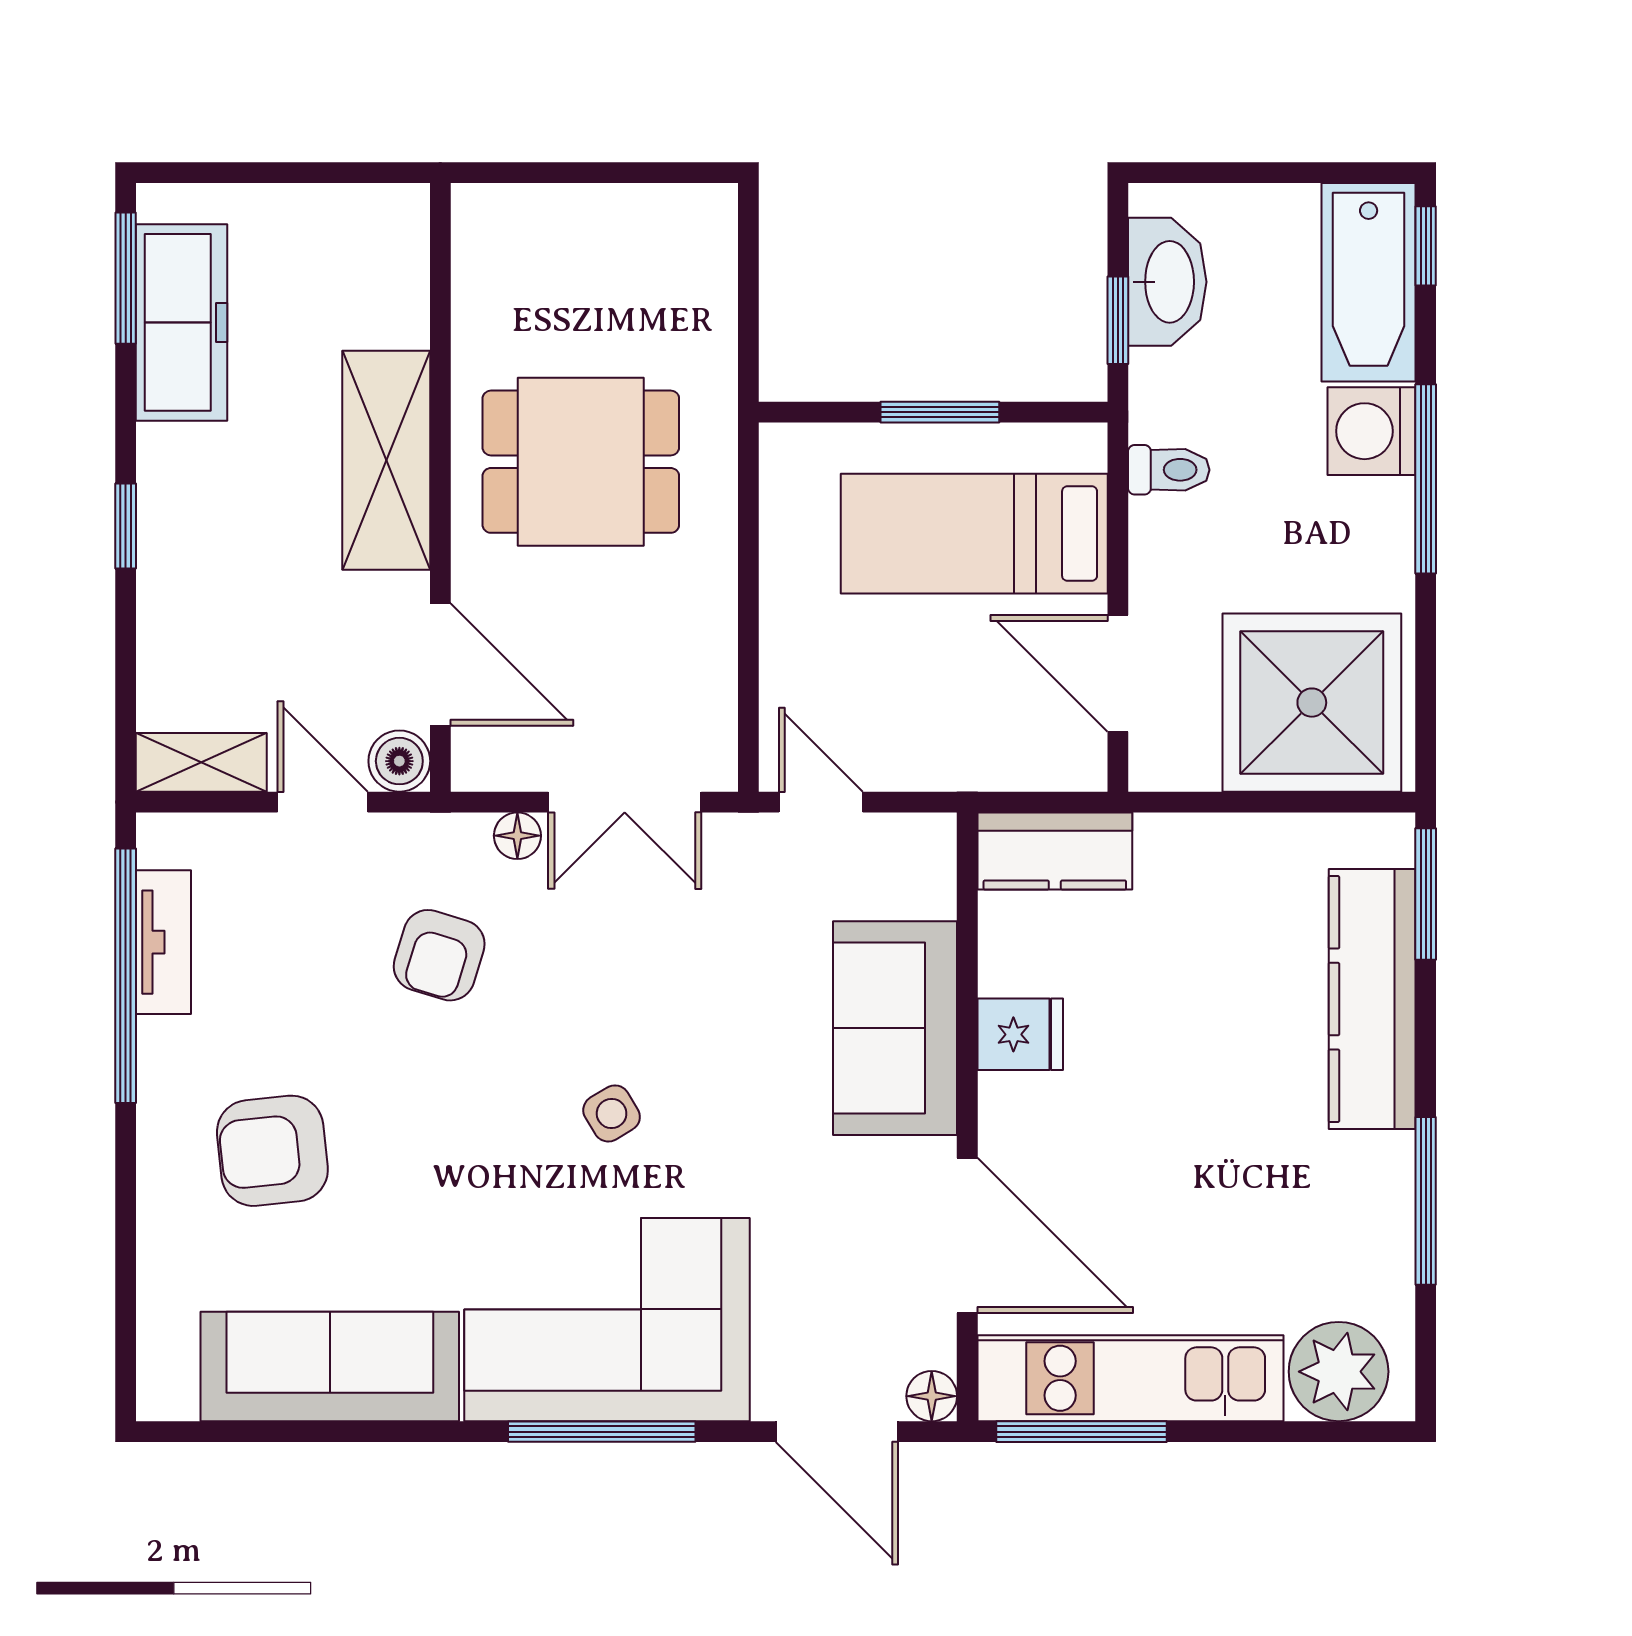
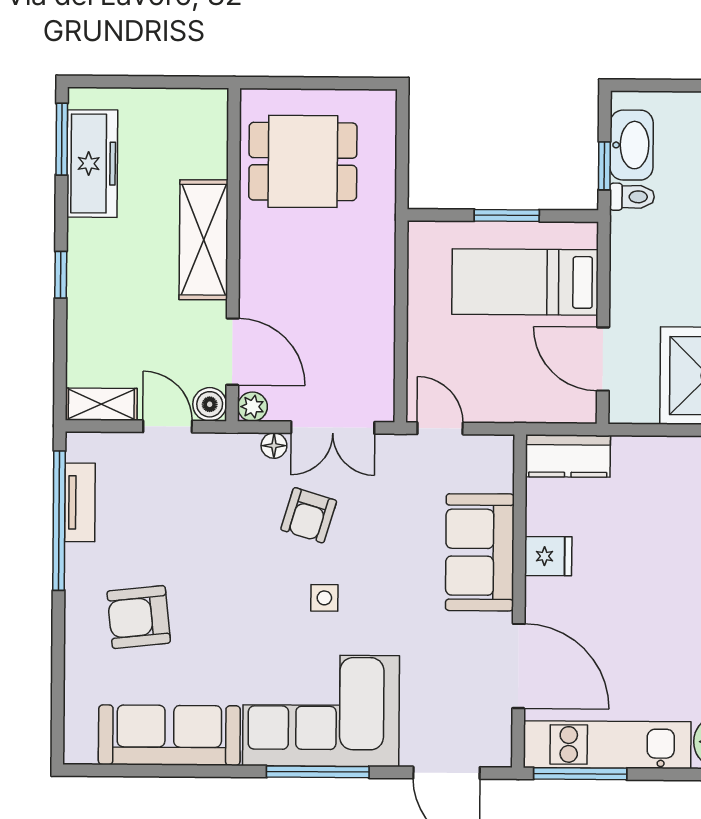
dining table: (581, 462) -> (303, 161), moved
toilet: (1169, 470) -> (632, 197), moved
plant: (478, 765) -> (252, 407), added
armchair: (439, 955) -> (309, 515), moved
side table: (612, 1113) -> (324, 598), turned 31
floor lamp: (932, 1396) -> (498, 754), removed

